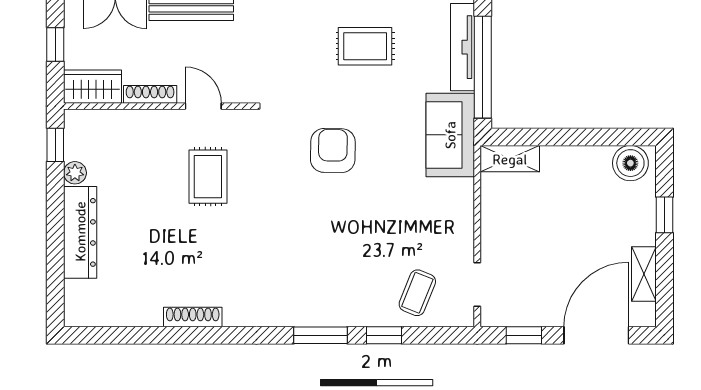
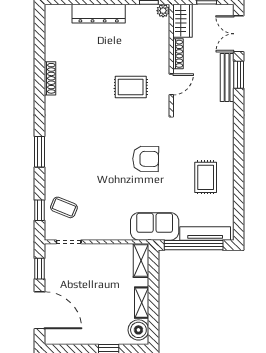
plant: (75, 173) -> (163, 11), moved
shelving: (644, 274) -> (142, 303), moved, turned 90
window: (384, 335) -> (39, 210), moved

